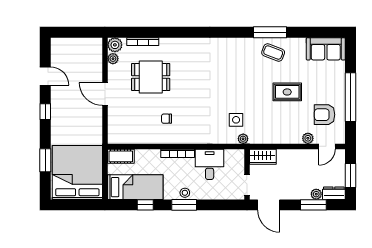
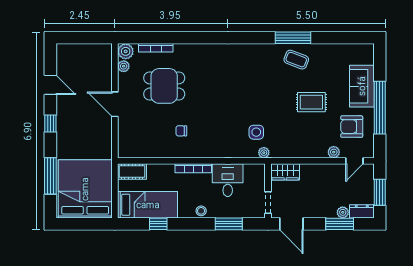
sofa: (326, 49) -> (362, 86), moved, turned 90
window: (45, 160) -> (50, 176), width x1.44
window: (184, 205) -> (229, 224), moved

